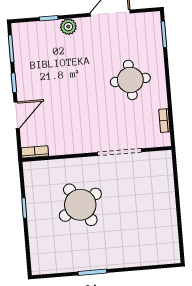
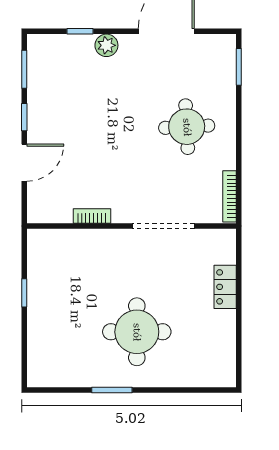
bookcase: (164, 121) -> (229, 196), width x1.56
bookcase: (35, 152) -> (92, 216), moved
locker: (167, 192) -> (225, 287), added
round table: (80, 205) -> (137, 332), moved, turned 31

